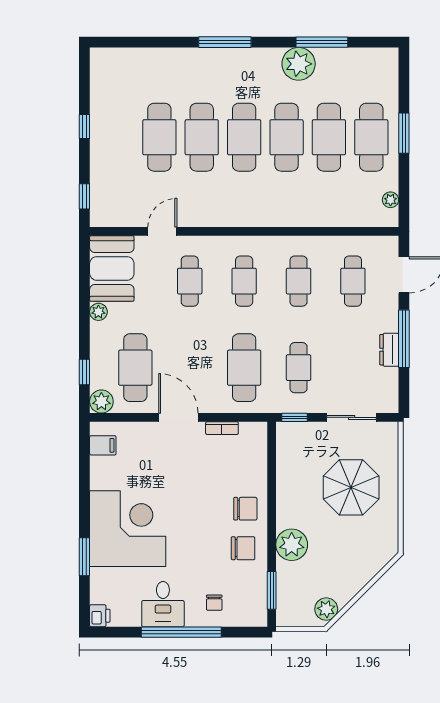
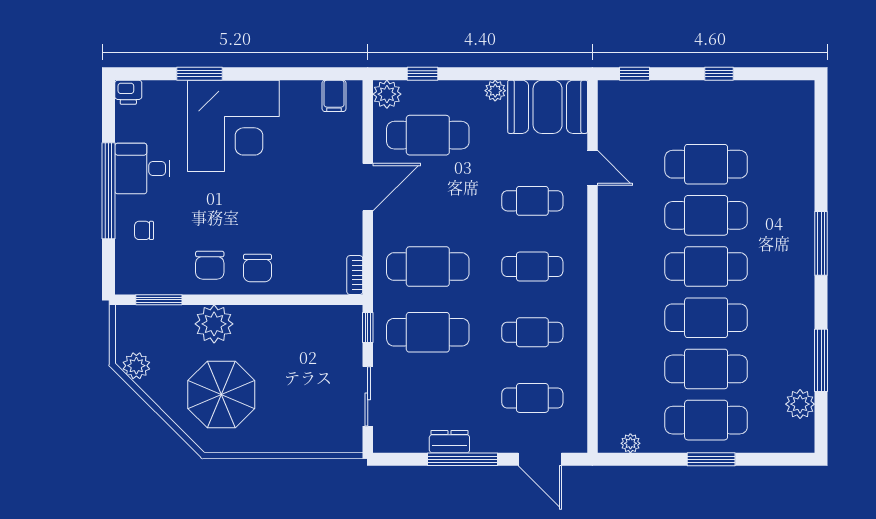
plant: (299, 64) -> (800, 404), moved, width x0.73, depth x0.73
cafe table: (299, 368) -> (428, 332), width x1.37, depth x1.35
bookcase: (222, 428) -> (355, 275), moved
parasol: (351, 487) -> (221, 395), moved

